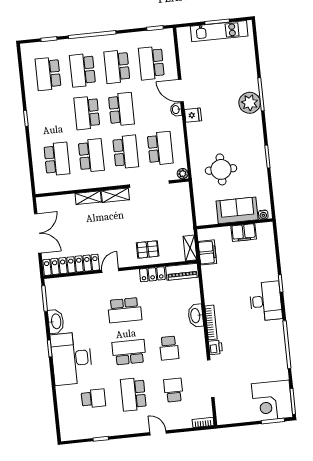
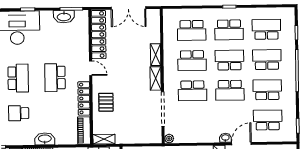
school desk: (160, 148) -> (229, 30), moved
locker: (152, 274) -> (84, 98), width x1.53
washbasin: (56, 321) -> (64, 17), moved

